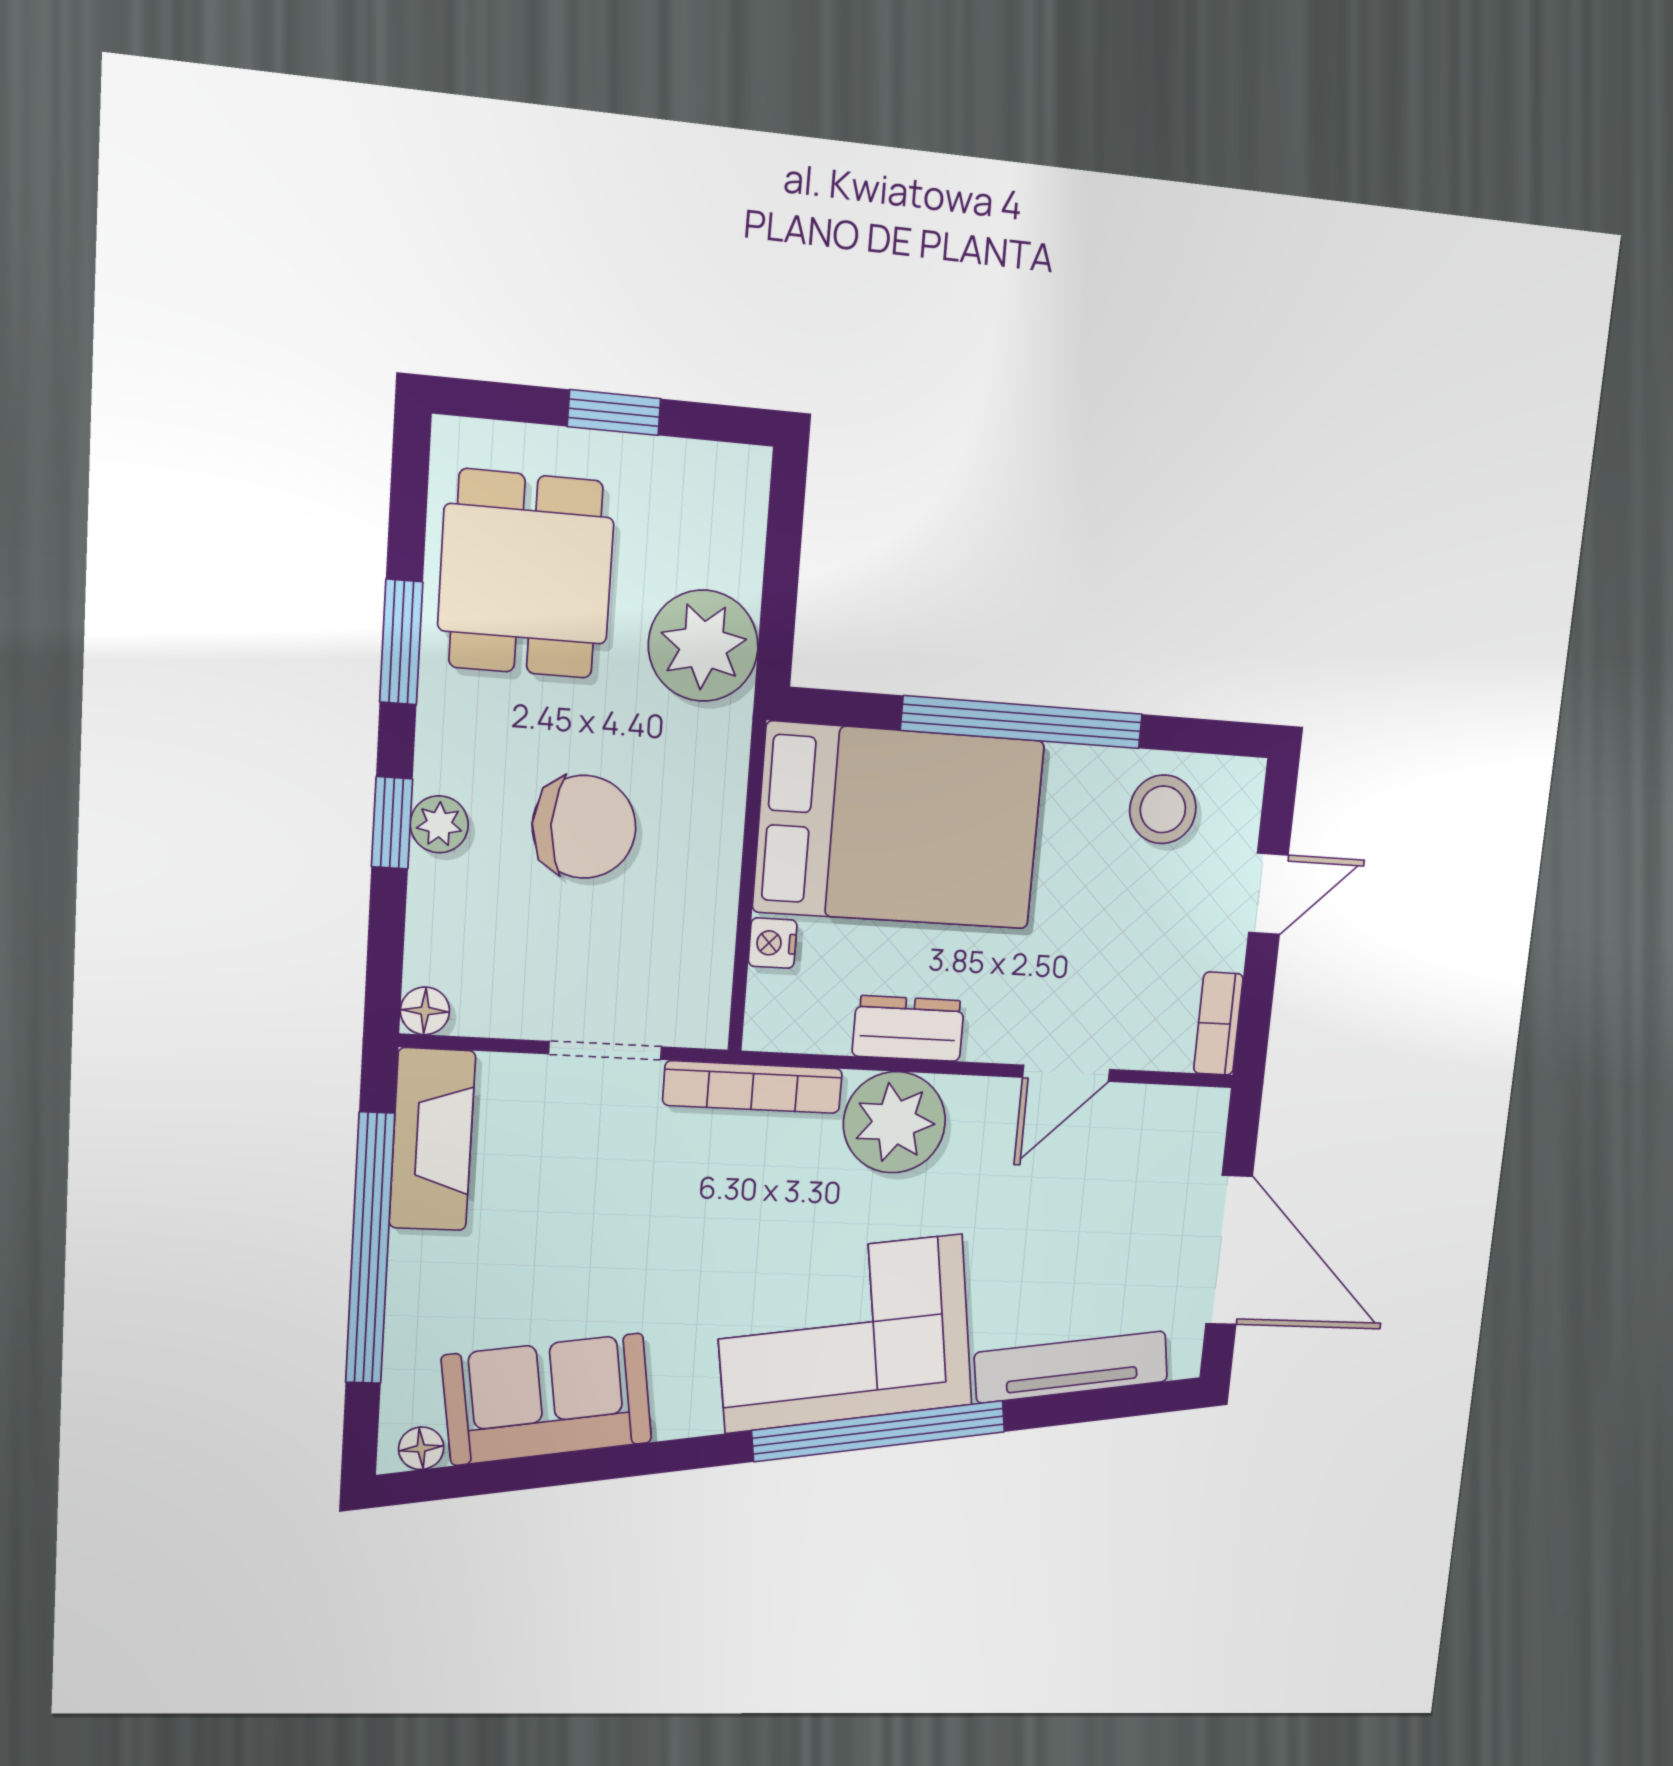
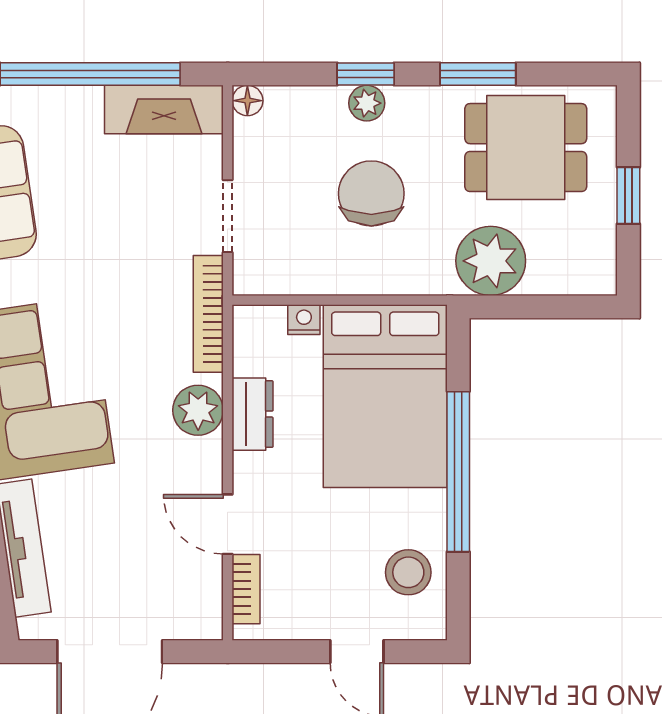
chair: (584, 827) -> (371, 193), turned 180
bookcase: (1218, 1024) -> (246, 589), moved, turned 90
plant: (894, 1122) -> (198, 410), width x0.73, depth x0.73

